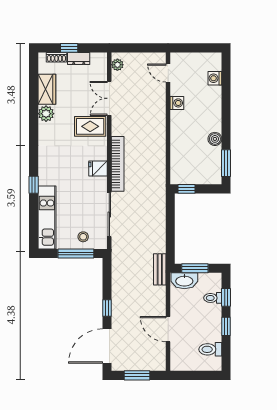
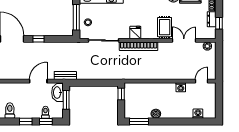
window: (69, 48) -> (219, 23), moved
door: (168, 329) -> (38, 81), moved

